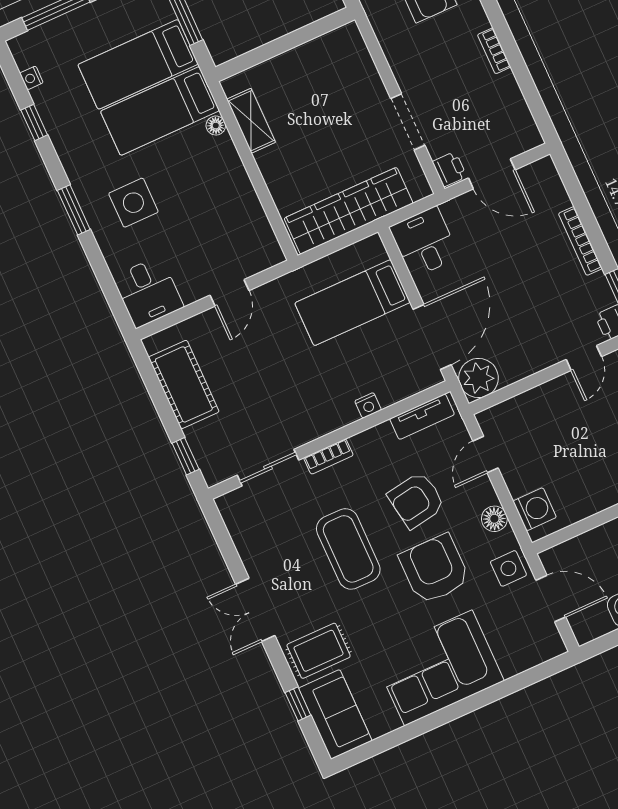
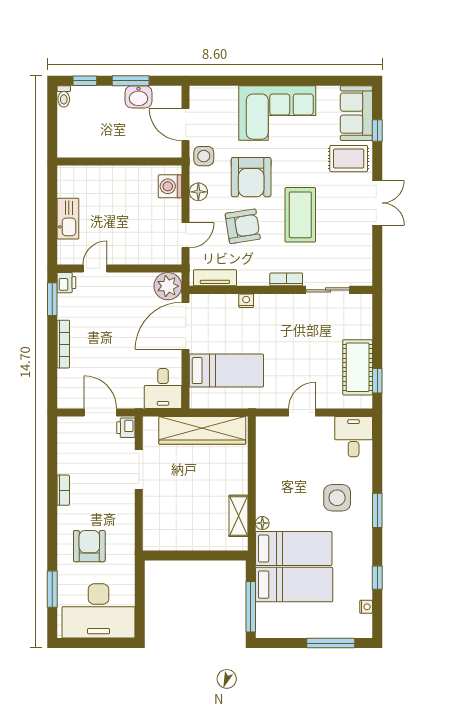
window: (186, 456) -> (377, 381), moved

